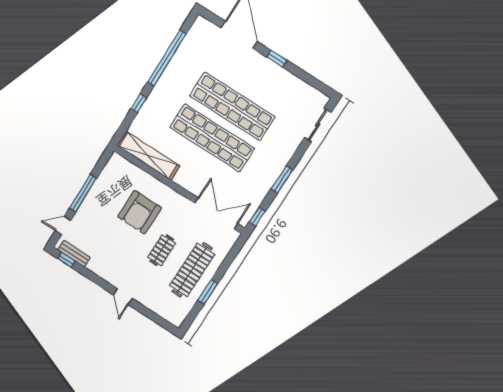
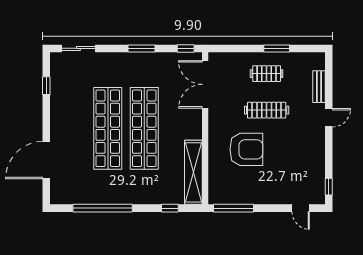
window: (277, 59) -> (46, 86), moved
window: (139, 103) -> (170, 208), moved
window: (83, 193) -> (233, 208), moved
clothes rail: (162, 250) -> (267, 110), width x1.36
bench: (74, 254) -> (319, 87), moved
clothes rail: (192, 270) -> (267, 74), width x0.54, depth x0.76

